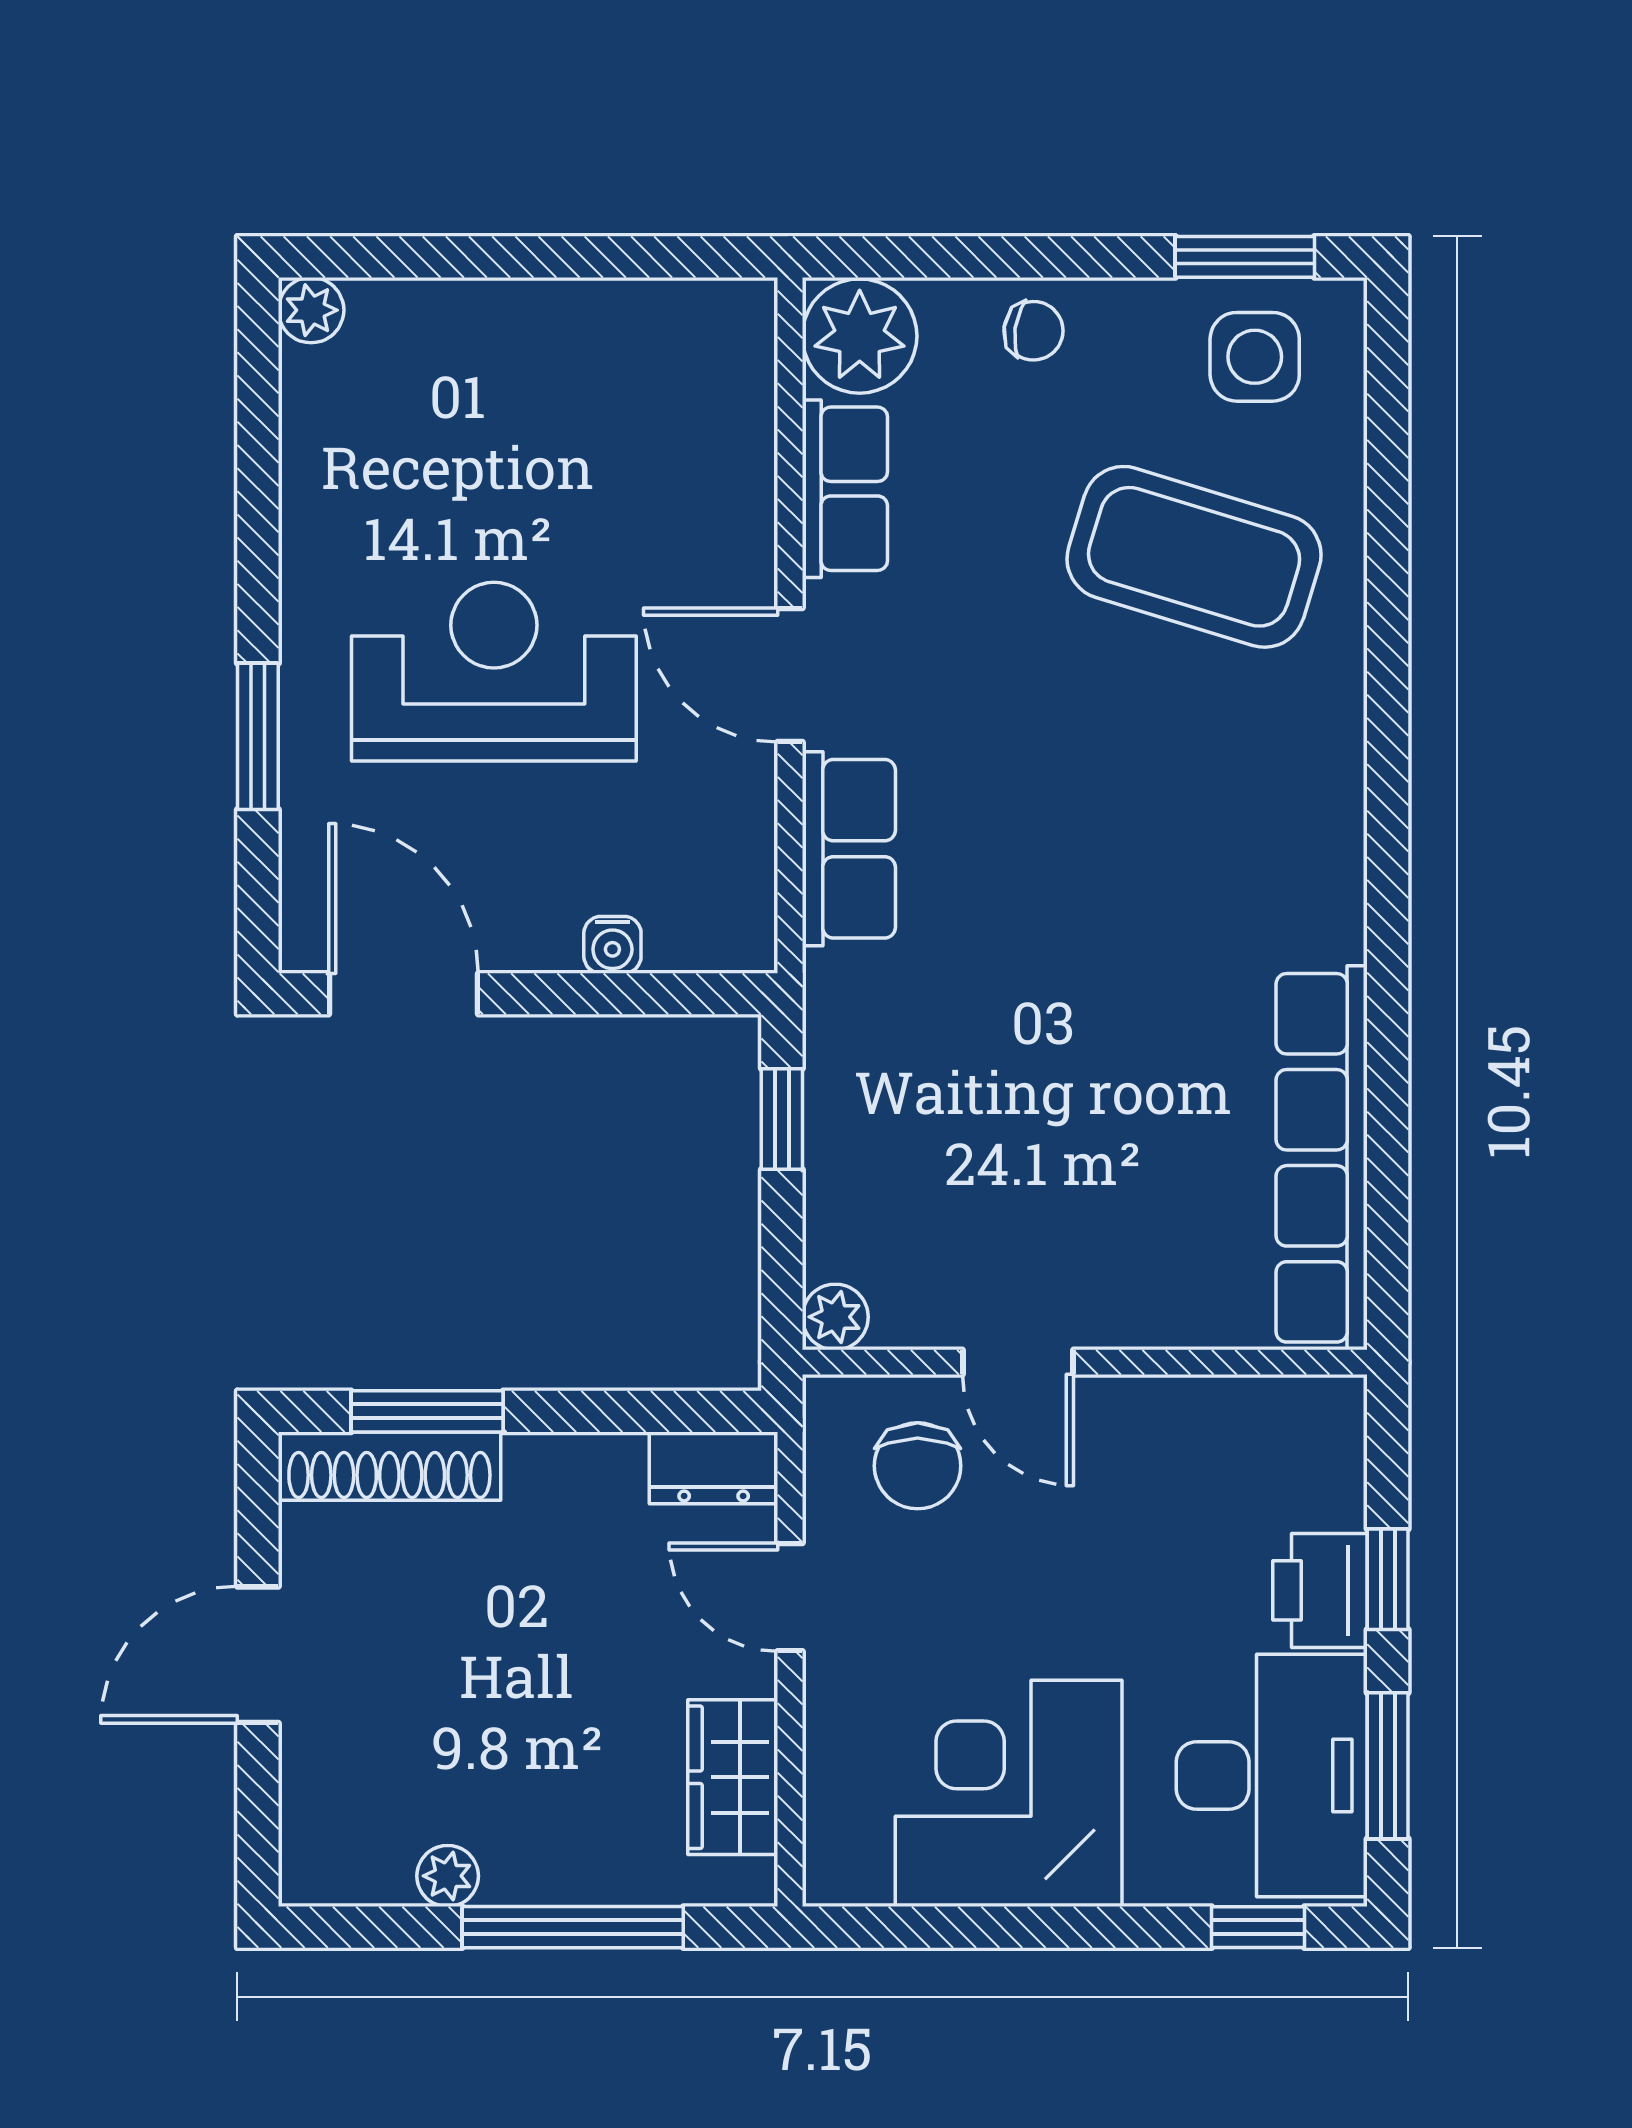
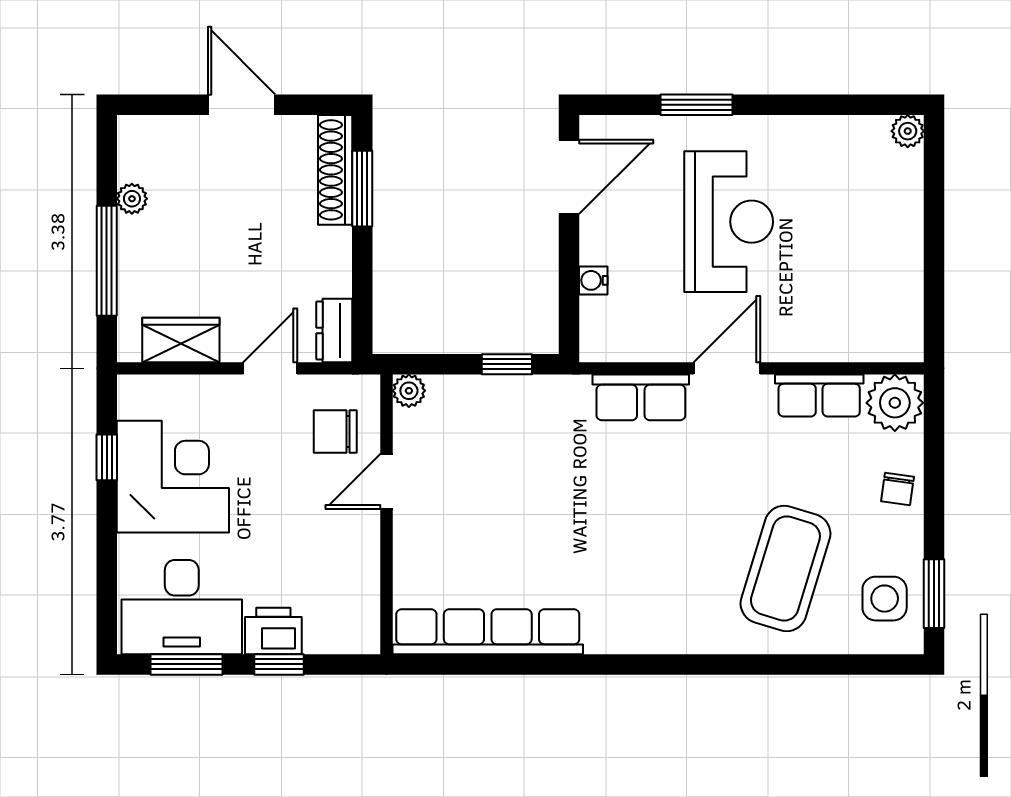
window: (1258, 1927) -> (107, 457), moved

